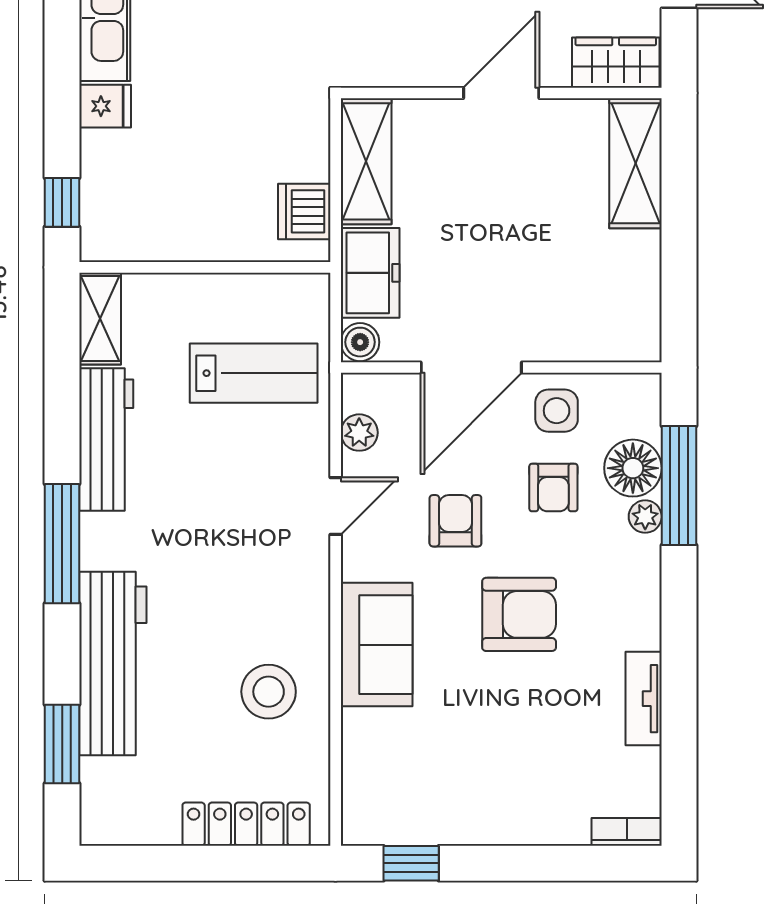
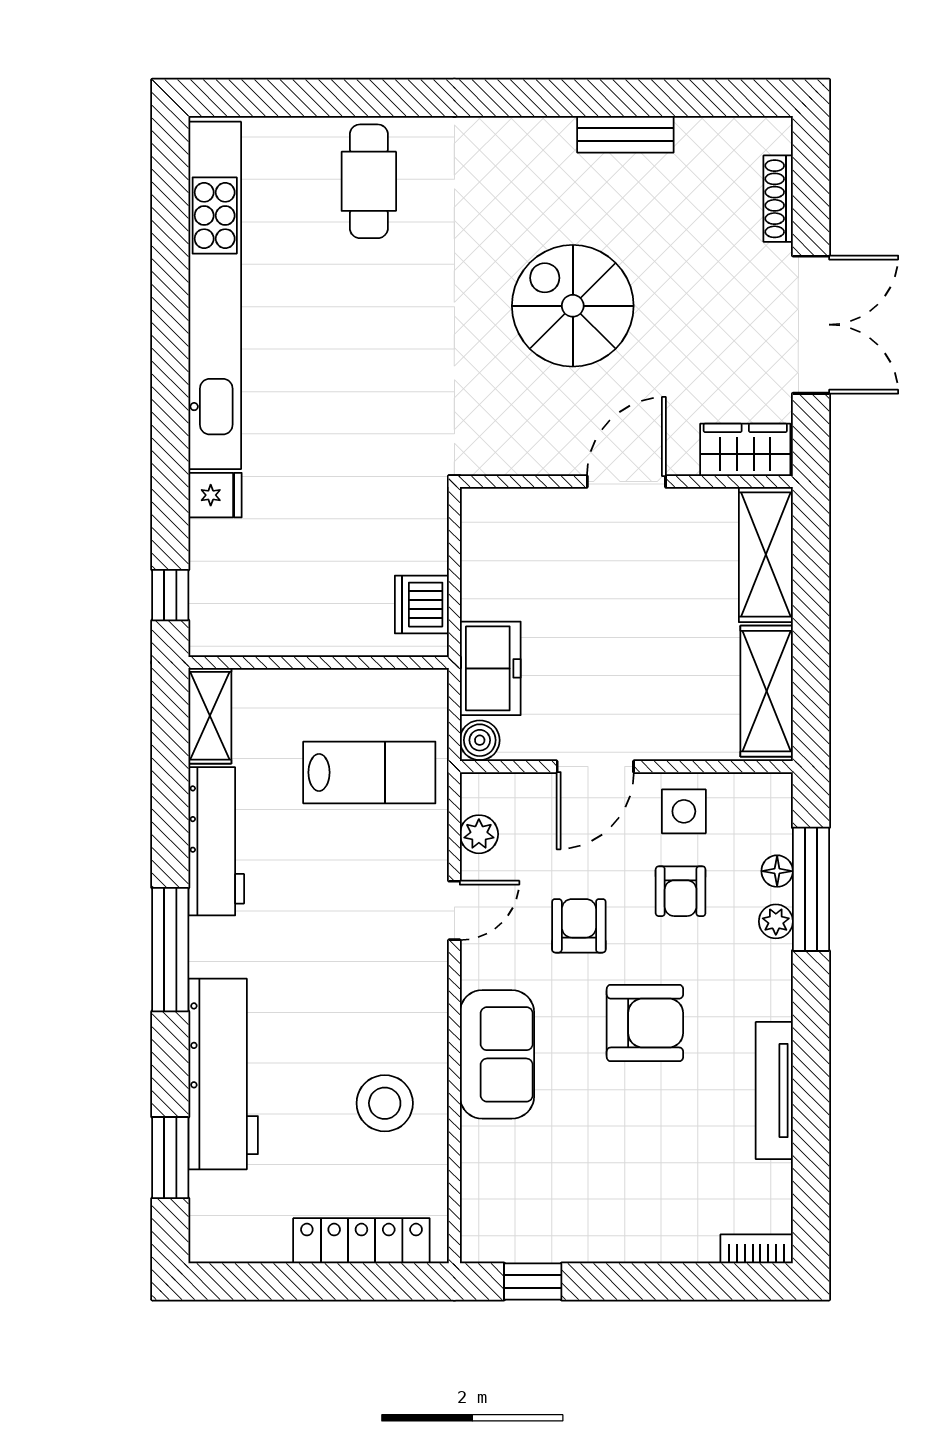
shelving: (366, 161) -> (767, 691), moved
door: (471, 367) -> (595, 767), width x0.73
floor lamp: (633, 468) -> (777, 871), width x0.53, depth x0.53
tv unit: (644, 699) -> (774, 1091), width x1.41

